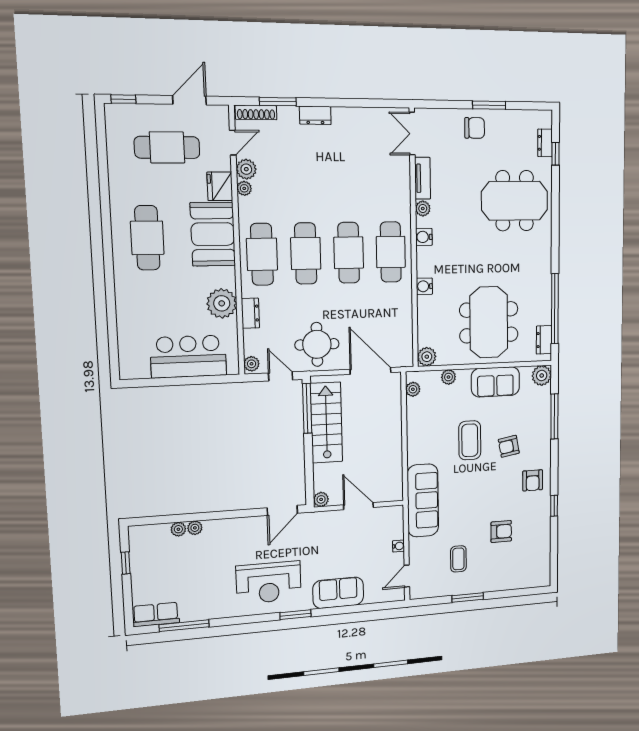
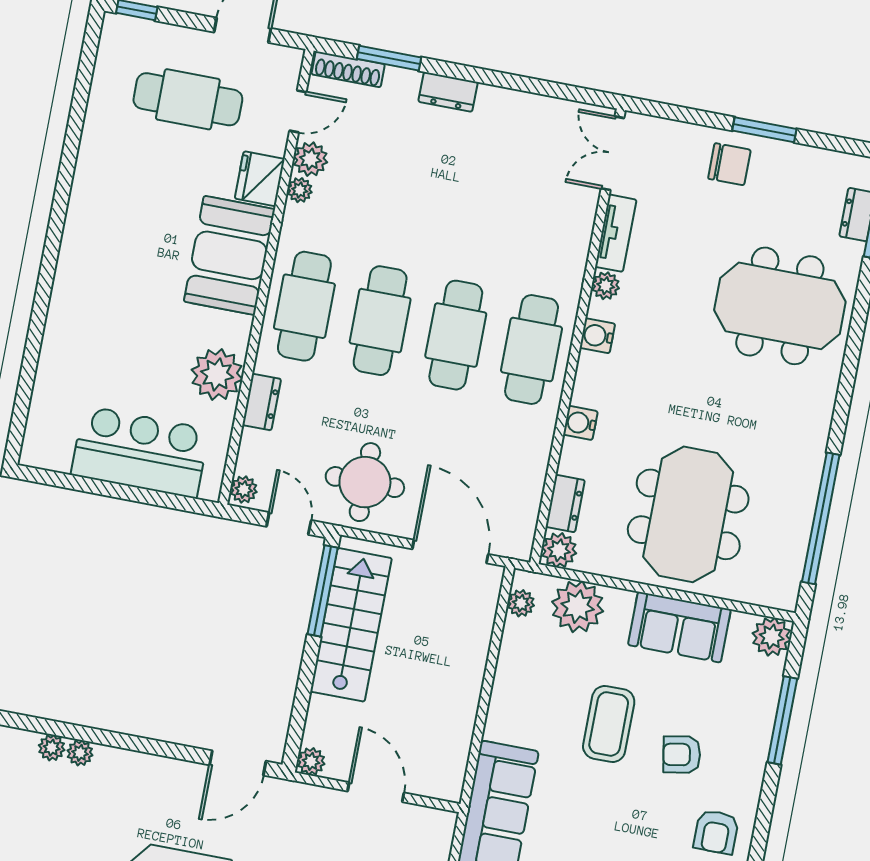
cafe table: (147, 238) -> (120, 239), removed
dresser: (544, 340) -> (565, 503), moved, turned 180
plant: (448, 377) -> (578, 607), width x1.87, depth x1.87

